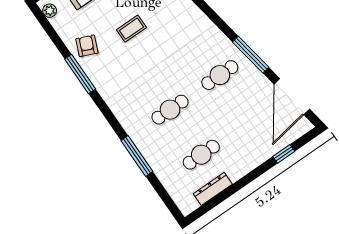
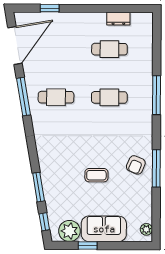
armchair: (87, 46) -> (136, 165), moved
window: (137, 156) -> (156, 95), moved
dresser: (213, 189) -> (118, 19), width x0.70

